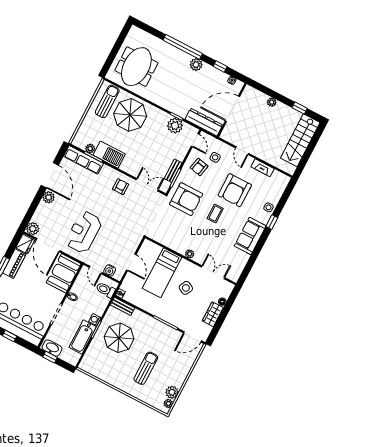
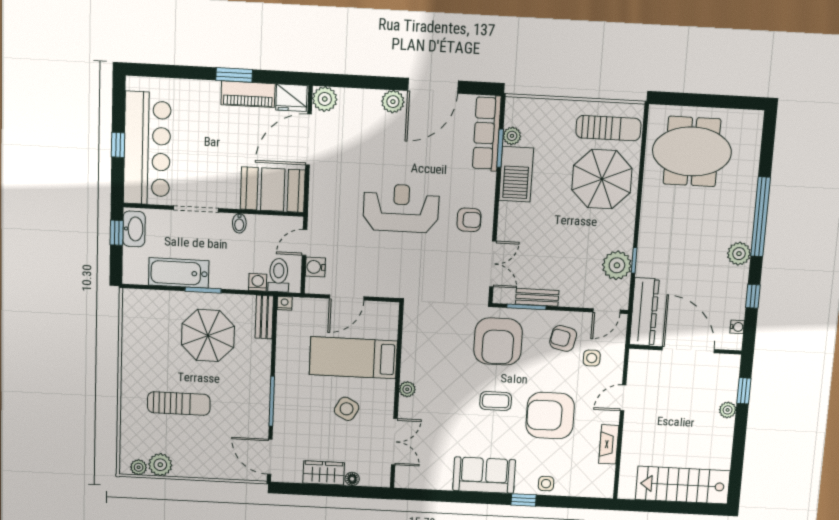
window: (300, 108) -> (744, 391), moved
reception desk: (84, 232) -> (401, 208), moved
washing machine: (95, 320) -> (258, 282), moved

